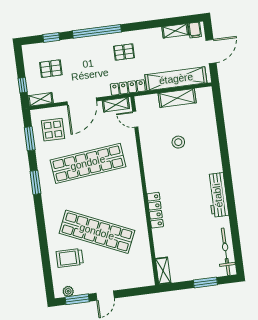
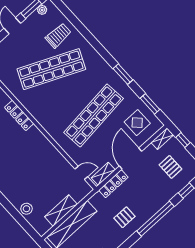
pallet: (51, 69) -> (170, 167), turned 90
locker: (128, 87) -> (113, 184), moved
stool: (178, 142) -> (26, 209), moved

